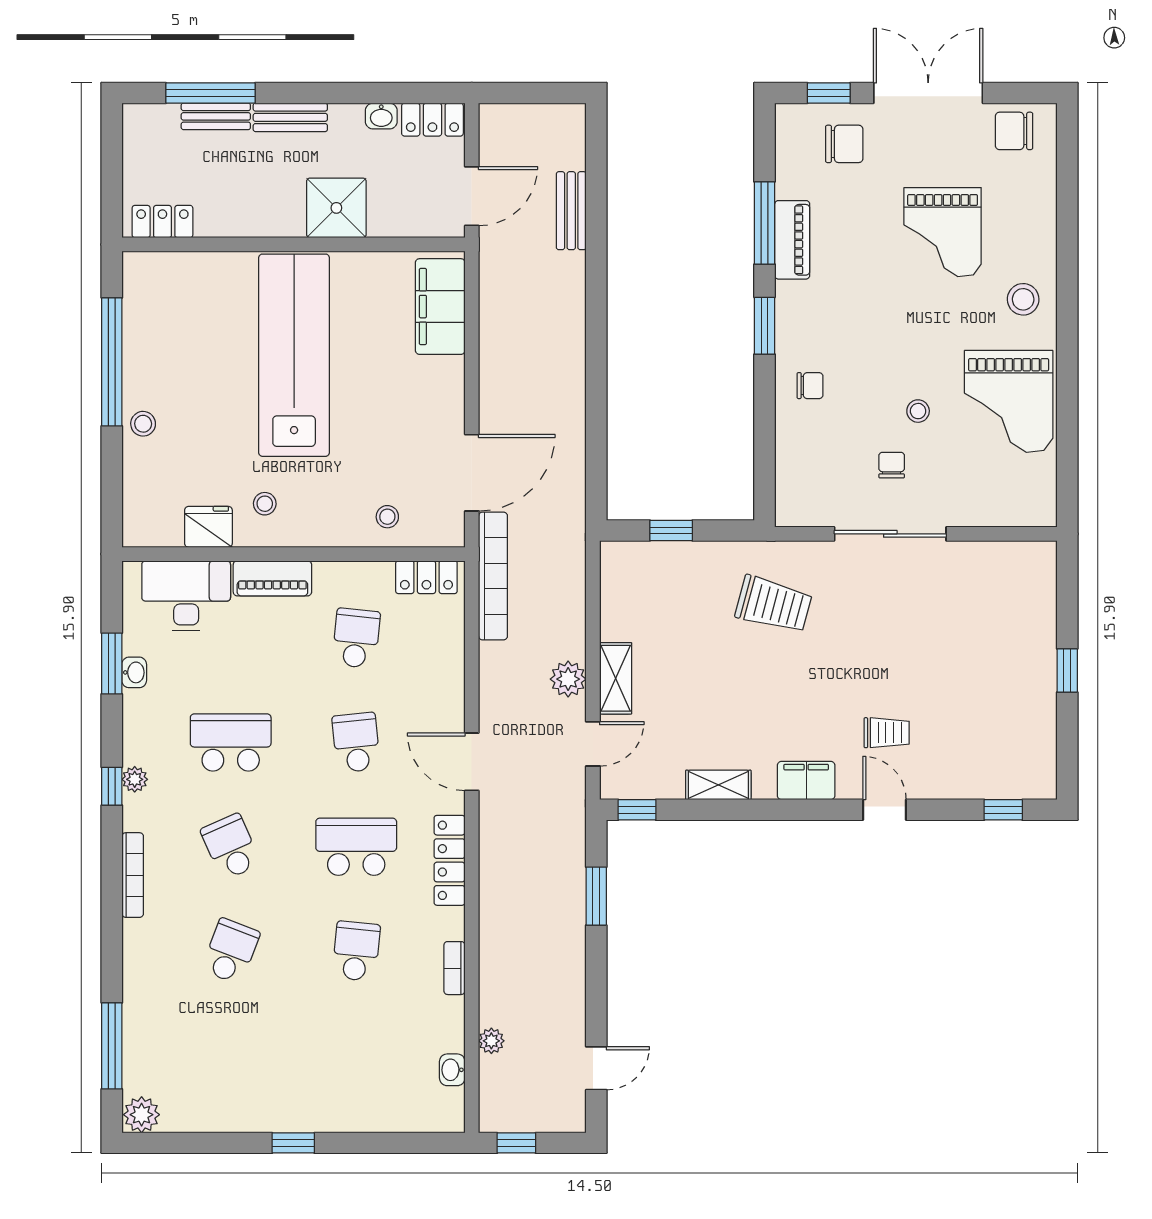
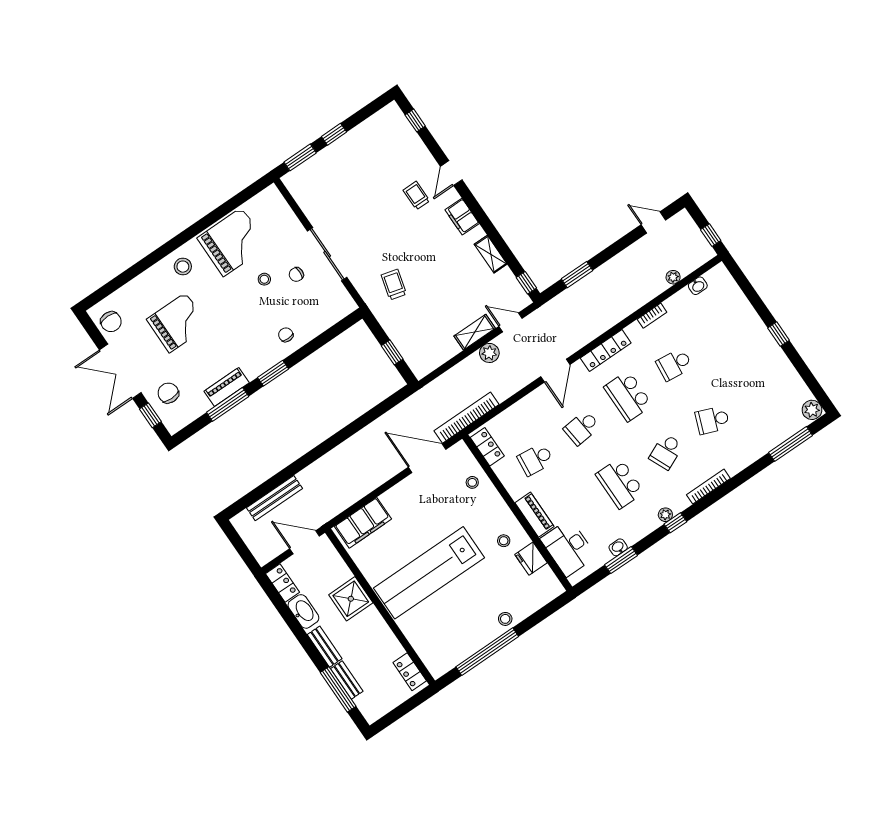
washbasin: (381, 116) -> (303, 611), width x1.91, depth x1.45
bench: (571, 211) -> (274, 498), width x1.36
window: (1067, 594) -> (300, 157), added
trolley: (774, 604) -> (394, 285), width x0.73, depth x0.72

